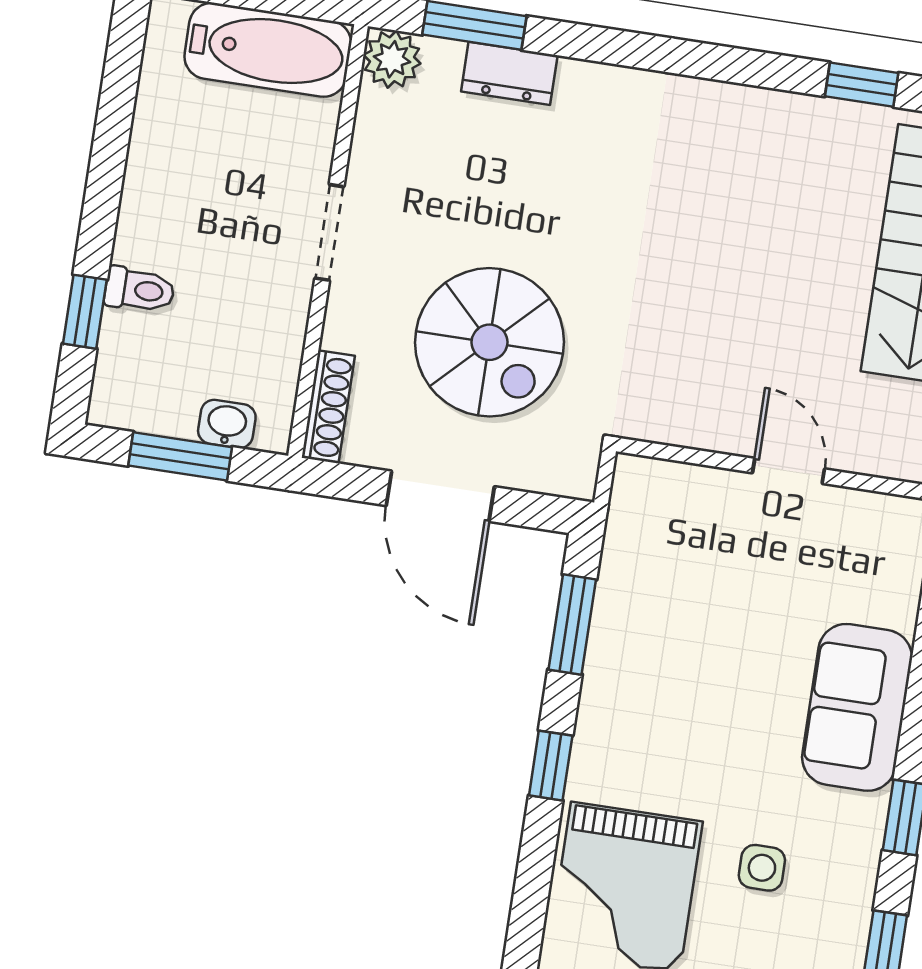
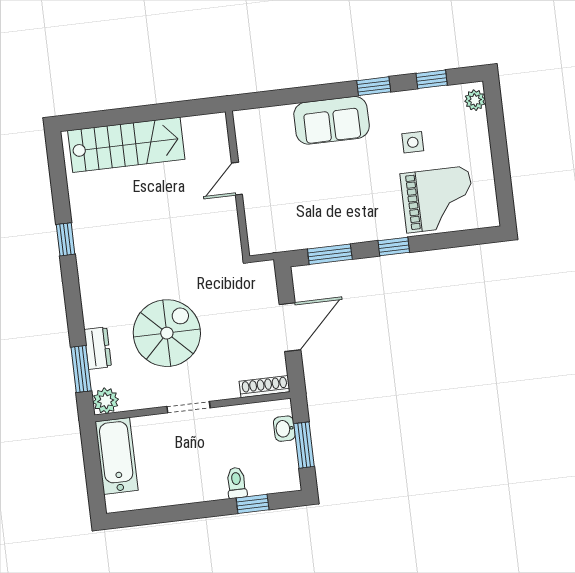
window: (862, 85) -> (66, 239), moved
spiral stairs: (489, 342) -> (167, 333), moved

